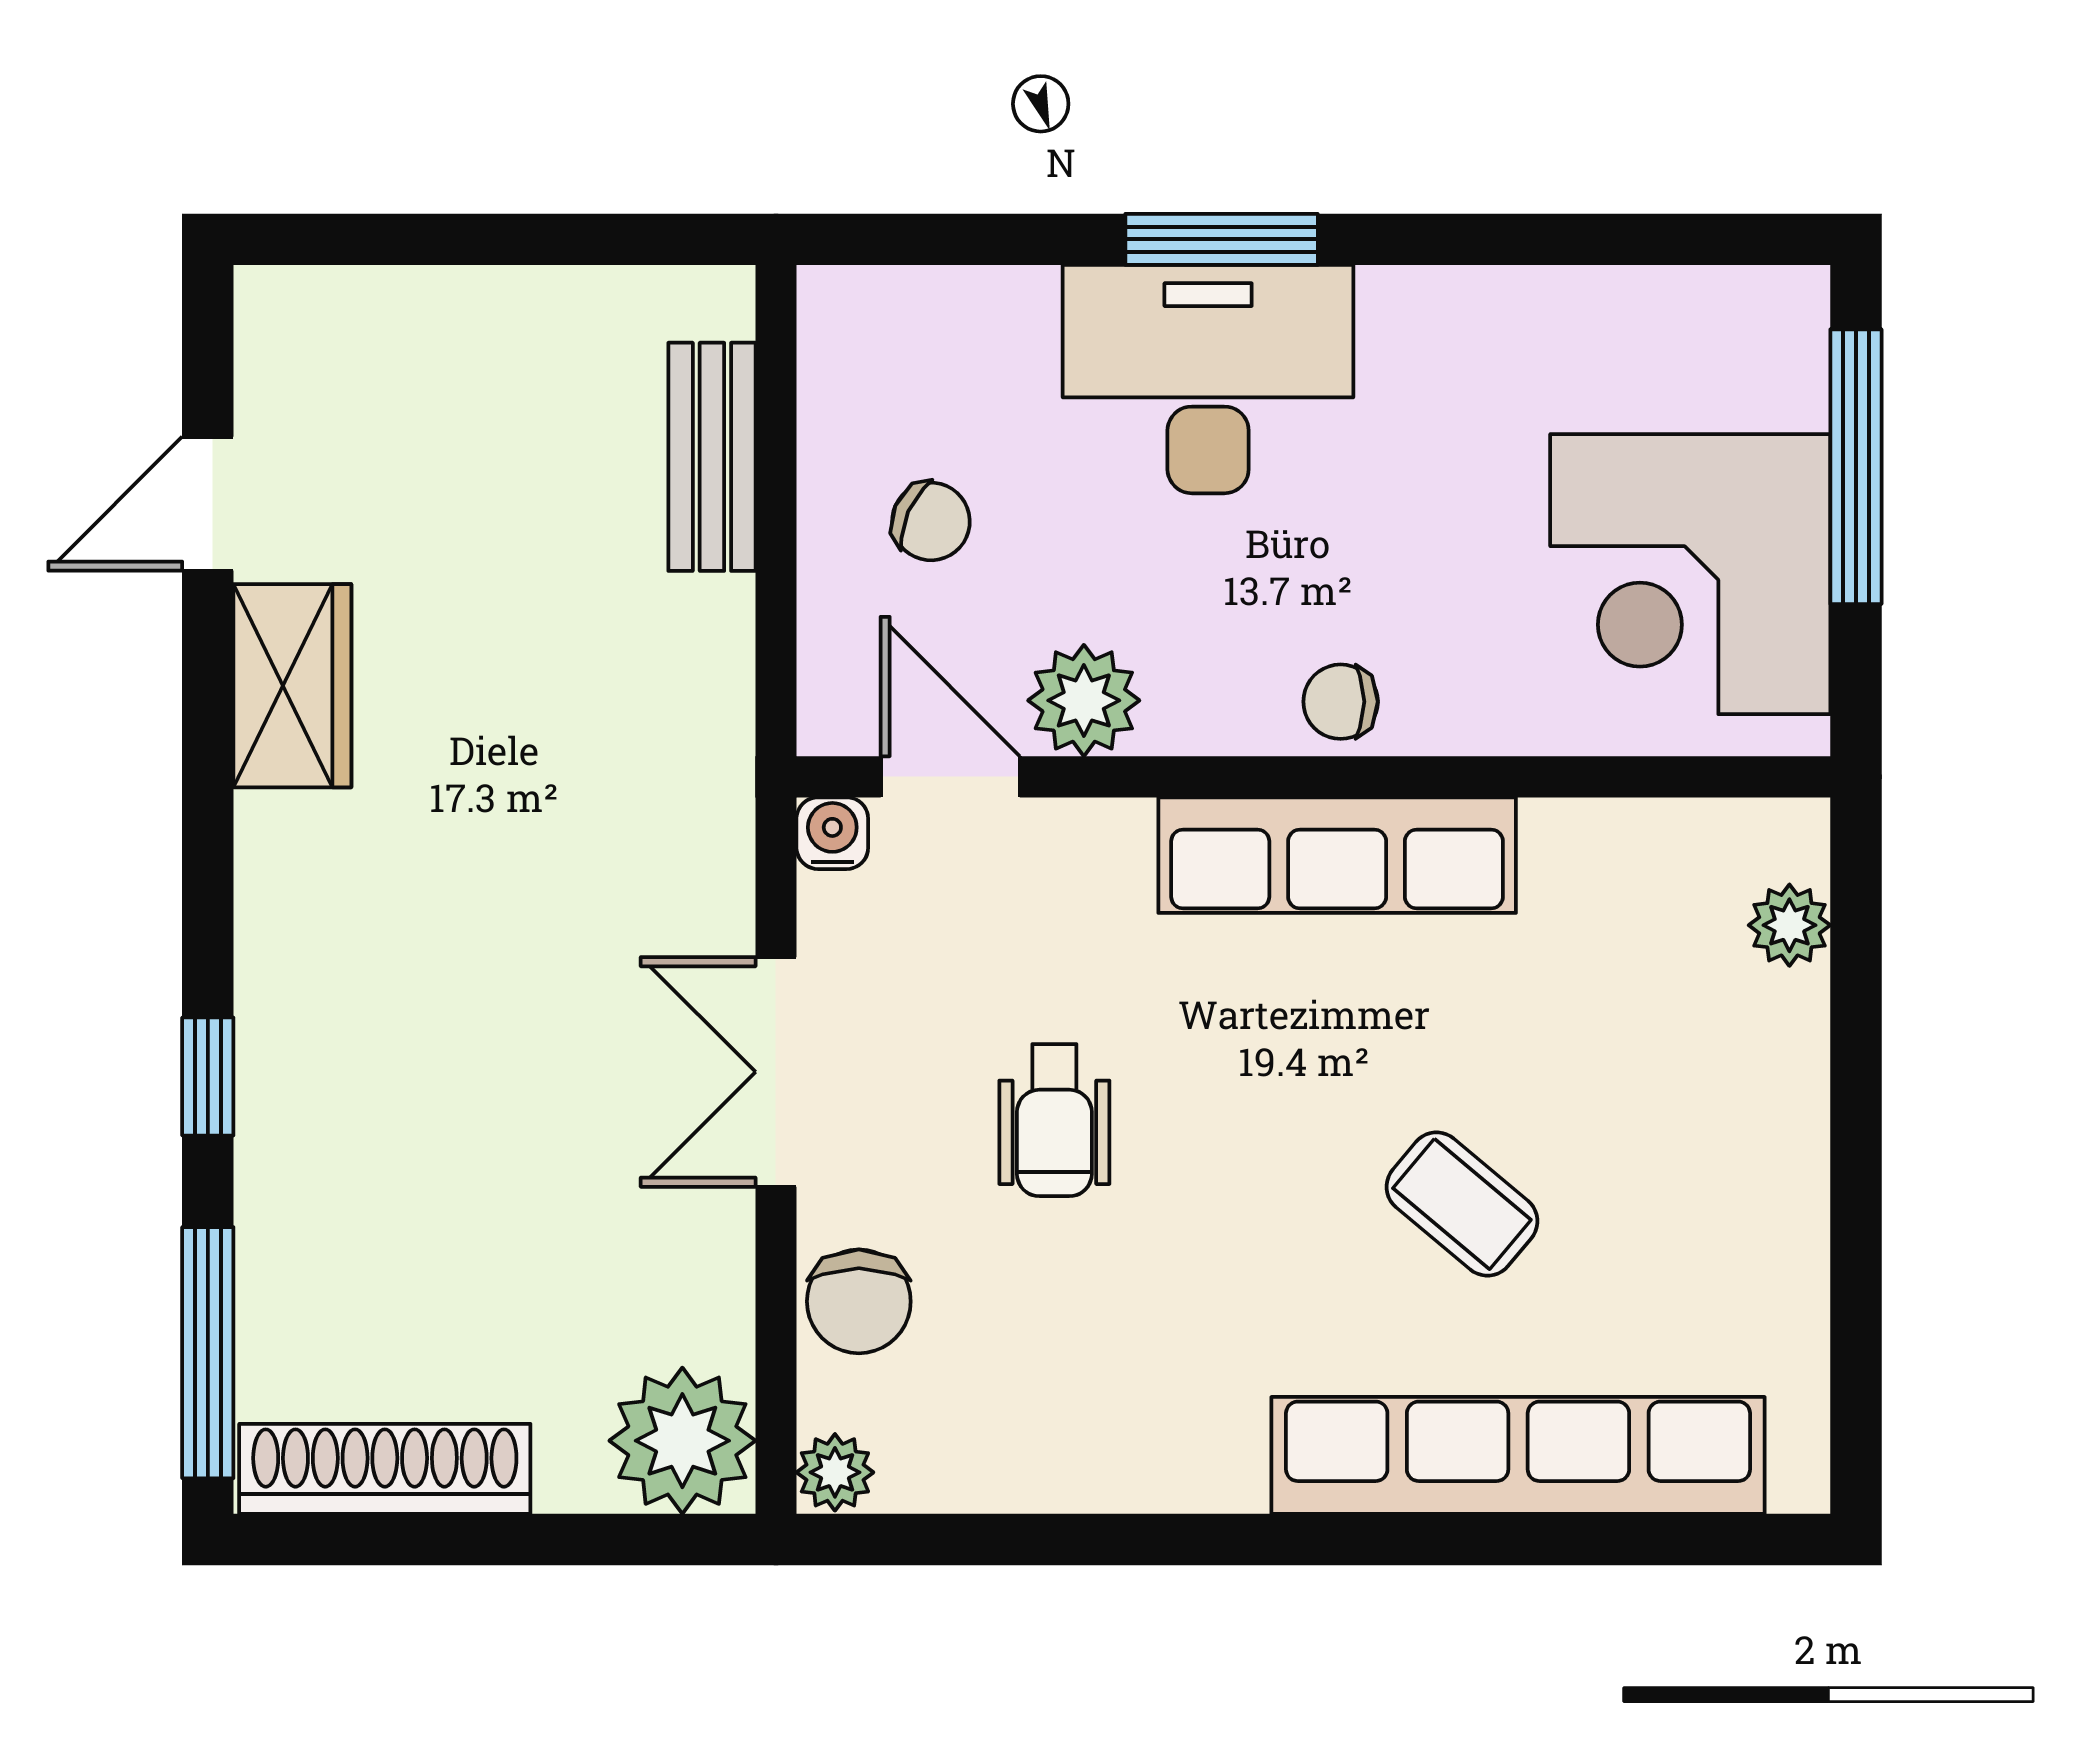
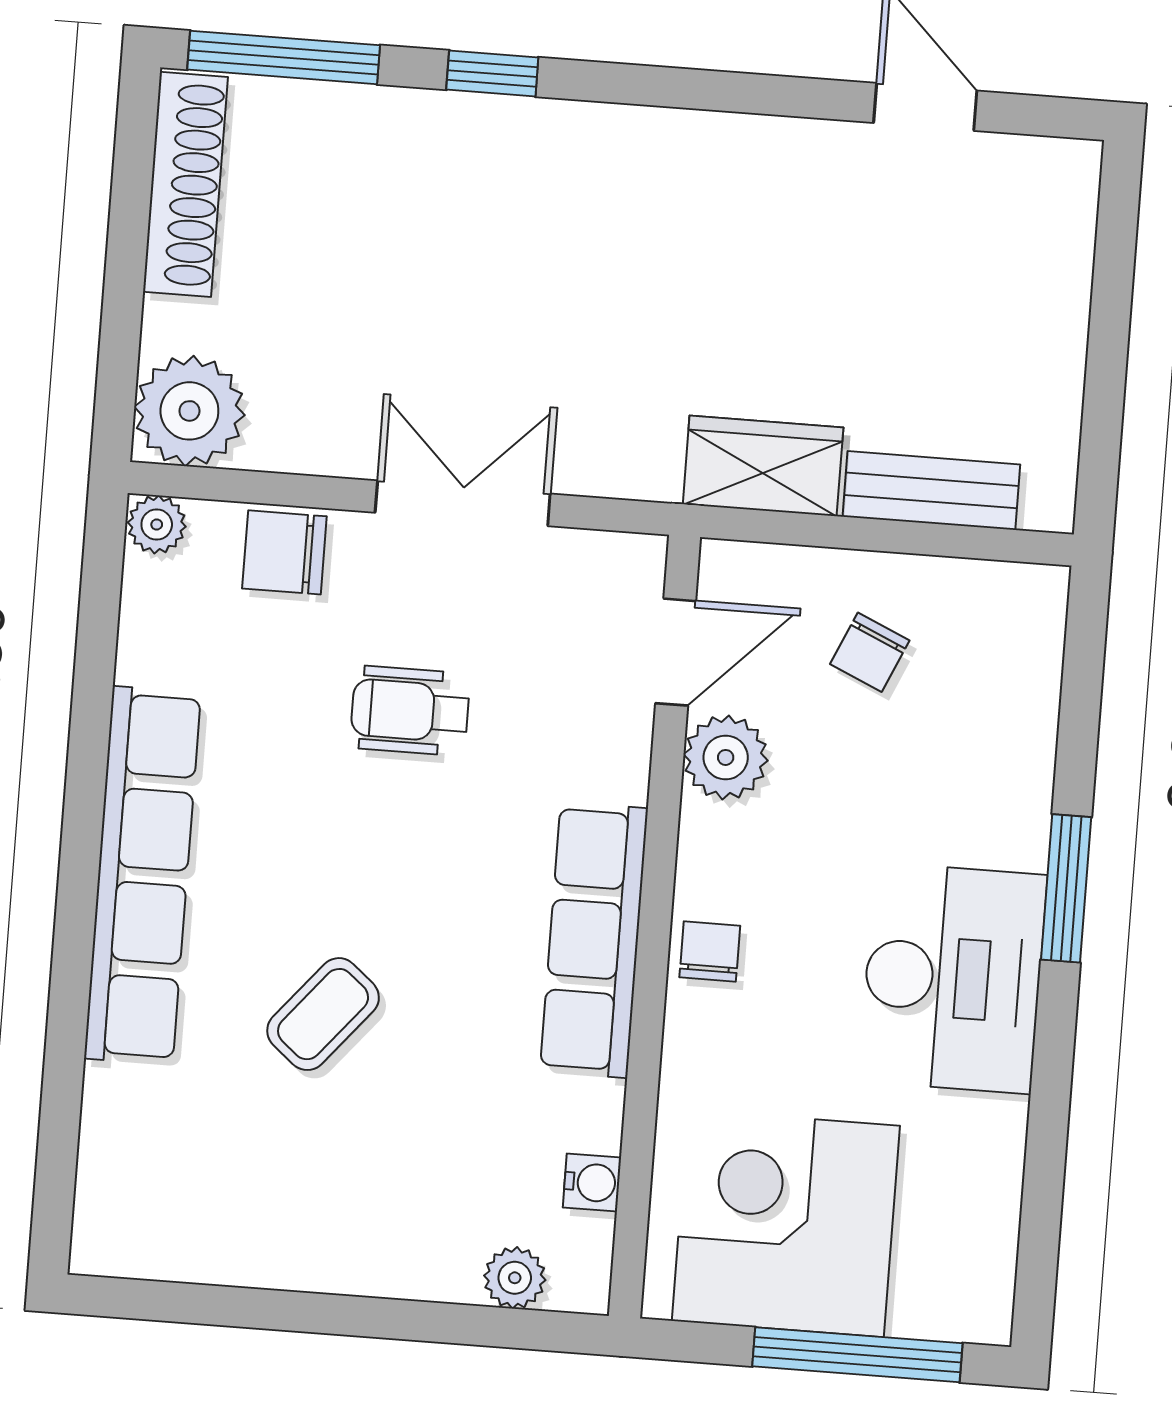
desk: (1208, 379) -> (953, 978), moved
wardrobe: (292, 686) -> (763, 466), moved, turned 180
water cooler: (832, 833) -> (592, 1182), moved
row of seats: (1518, 1455) -> (143, 876), moved

